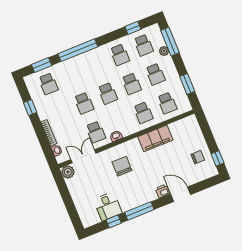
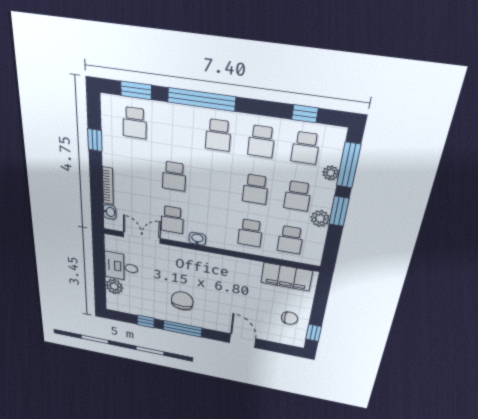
plant: (175, 80) -> (320, 218), added
window: (187, 84) -> (339, 211), moved
school desk: (108, 93) -> (218, 135), moved
filing cabinet: (155, 138) -> (287, 277), moved
chair: (122, 166) -> (182, 301), moved
plant: (68, 172) -> (114, 286), moved
printer: (163, 191) -> (222, 326), removed
desk: (108, 206) -> (121, 267), moved, turned 90

